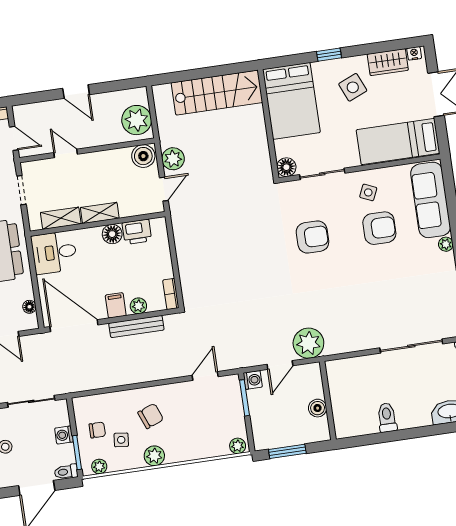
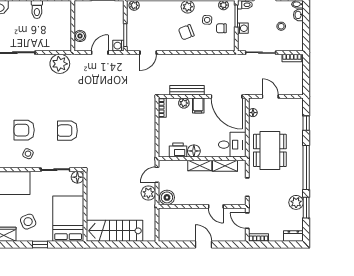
plant: (137, 120) -> (168, 221), removed
plant: (308, 343) -> (60, 64), moved
boiler: (318, 408) -> (80, 36), moved

